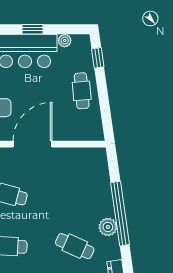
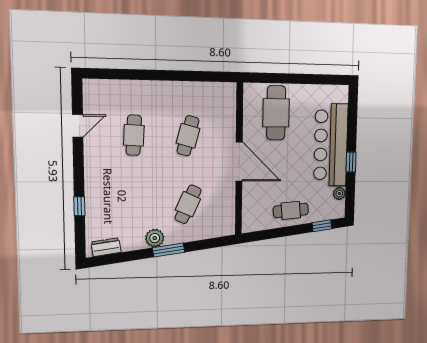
window: (120, 214) -> (169, 250), width x0.47
cafe table: (75, 246) -> (188, 204), moved

